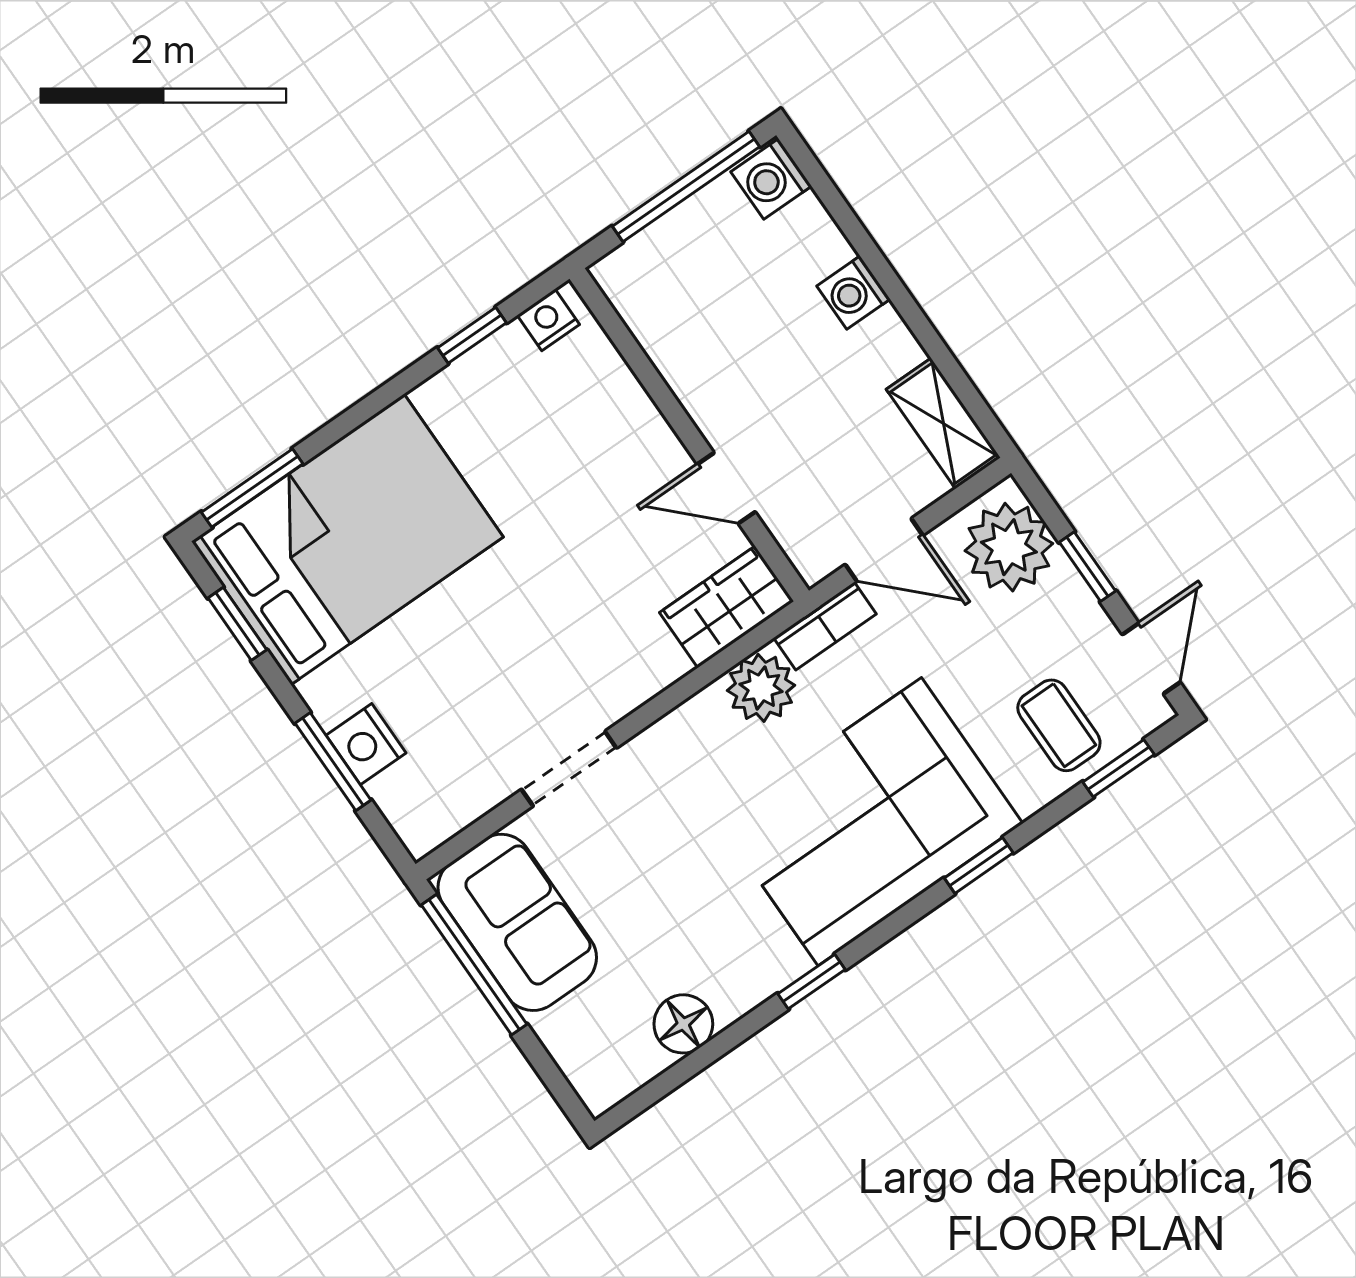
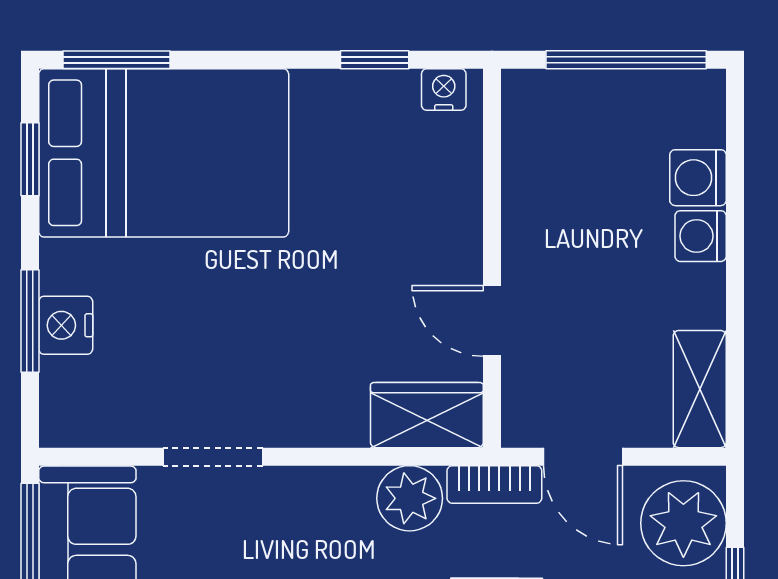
washing machine: (771, 179) -> (698, 178), moved

